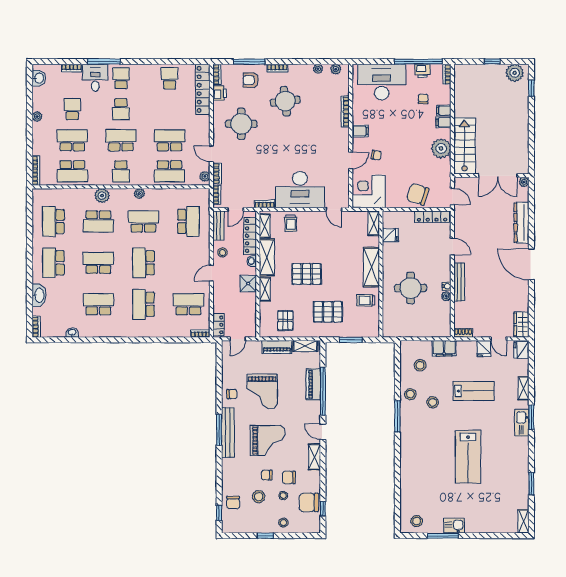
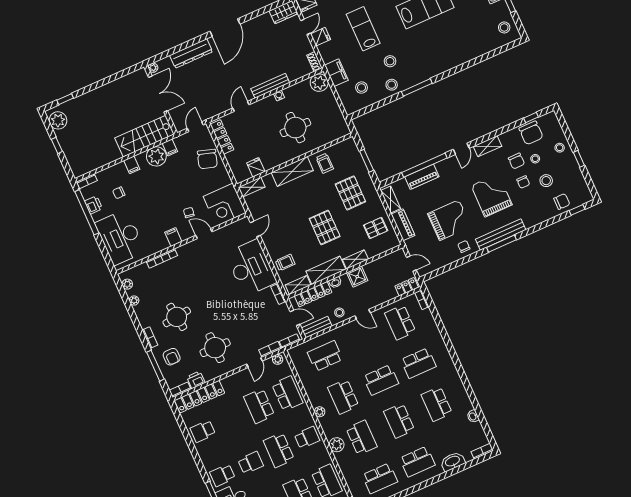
filing cabinet: (444, 110) -> (170, 147), moved
plant: (446, 296) -> (319, 83), moved, width x1.87, depth x1.87

